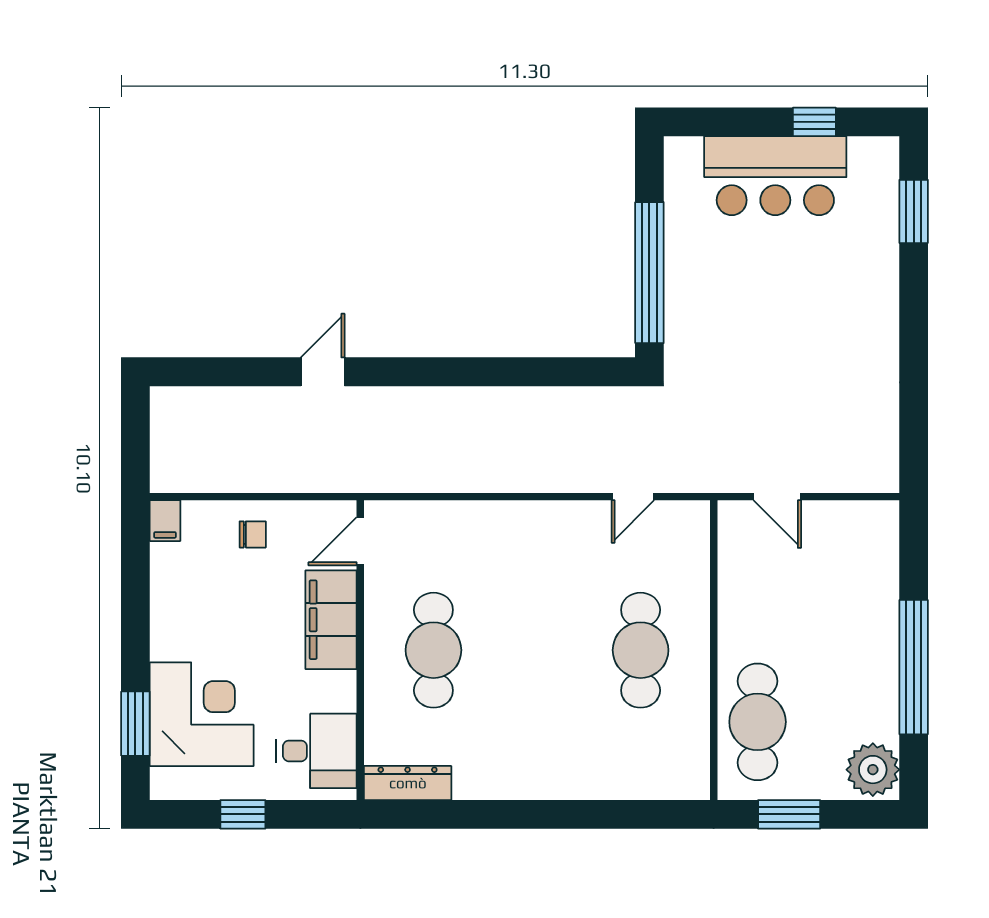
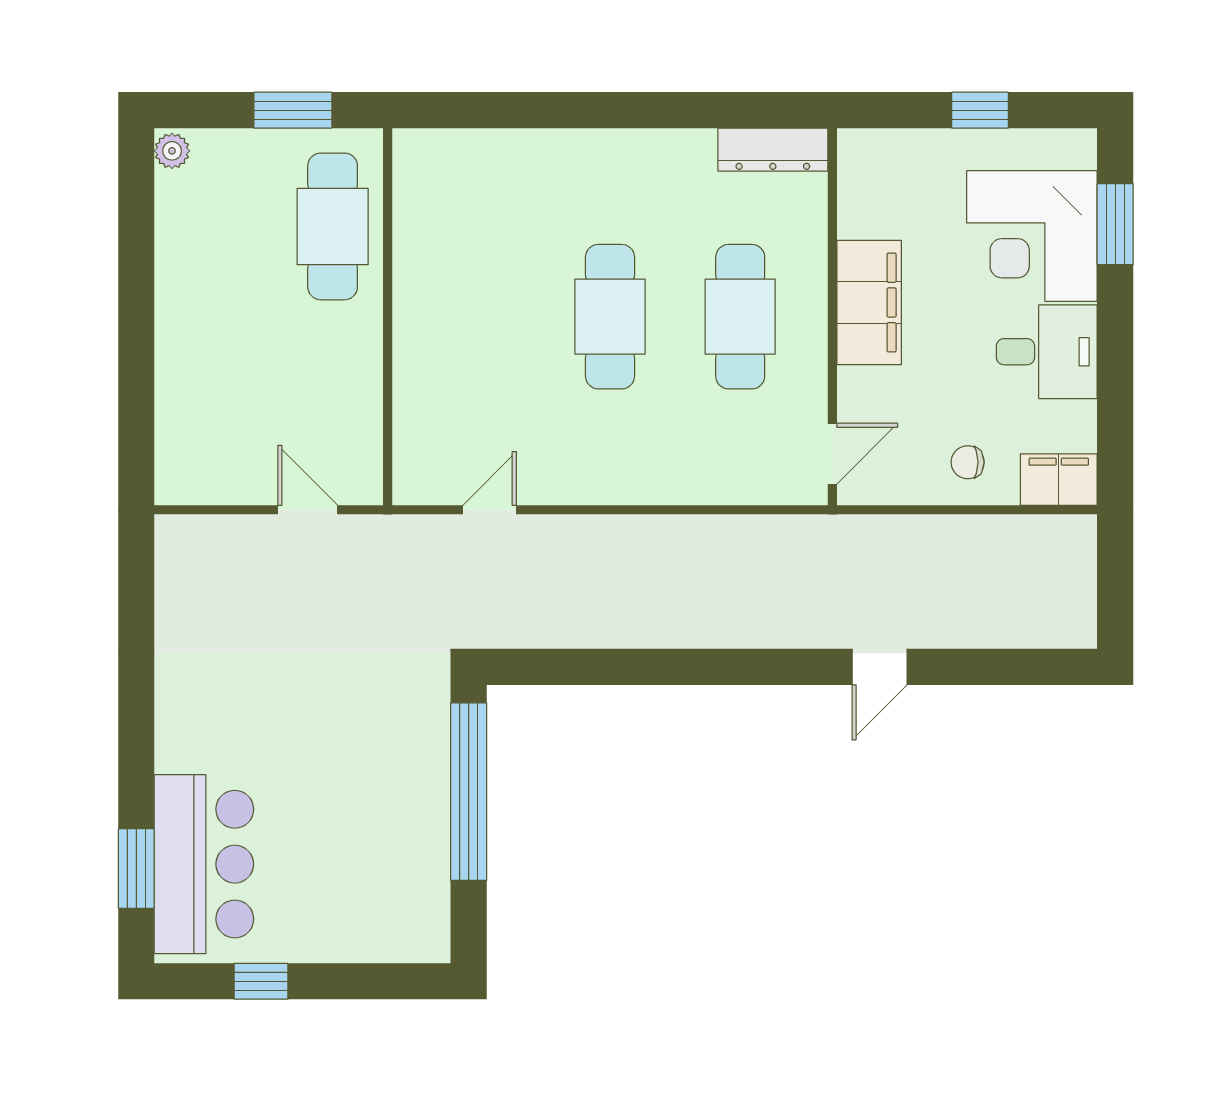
bar counter: (775, 176) -> (204, 864), moved, turned 90
filing cabinet: (165, 521) -> (1059, 480), width x2.00
filing cabinet: (331, 620) -> (869, 302), moved
cafe table: (641, 650) -> (610, 317), moved
window: (914, 667) -> (136, 295), removed
desk: (317, 751) -> (1047, 352), moved, turned 180
plant: (873, 770) -> (172, 151), width x0.53, depth x0.53

